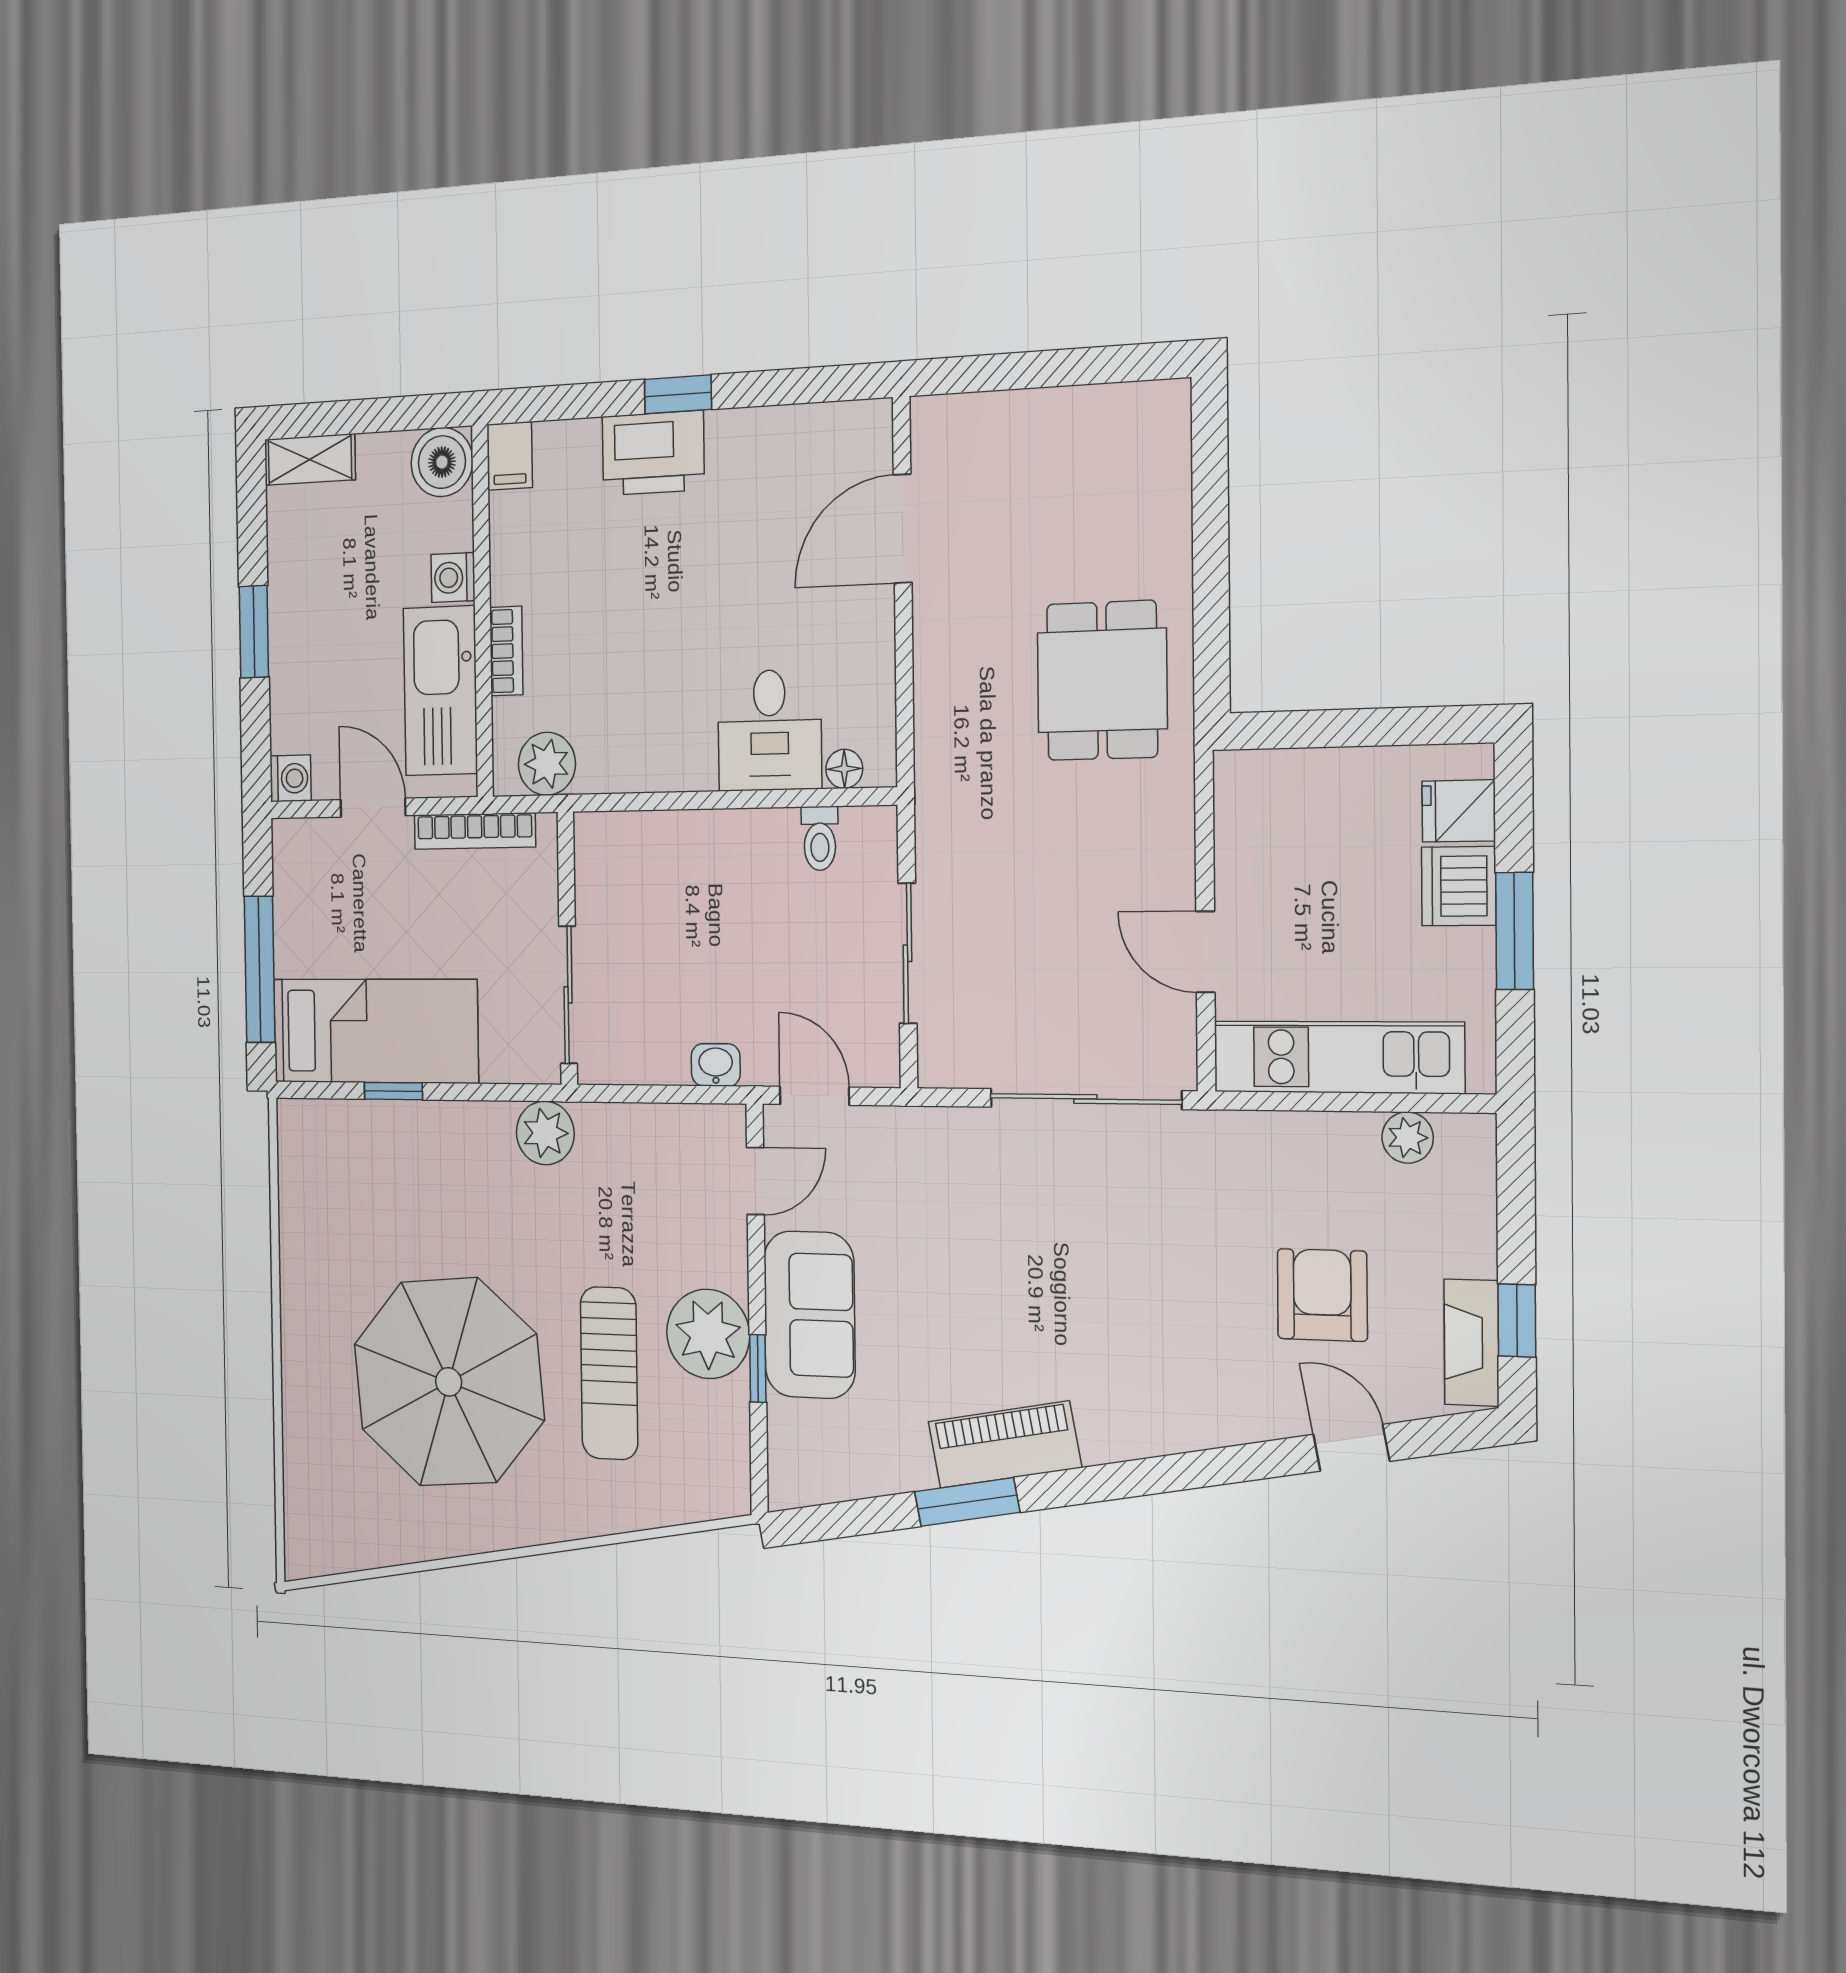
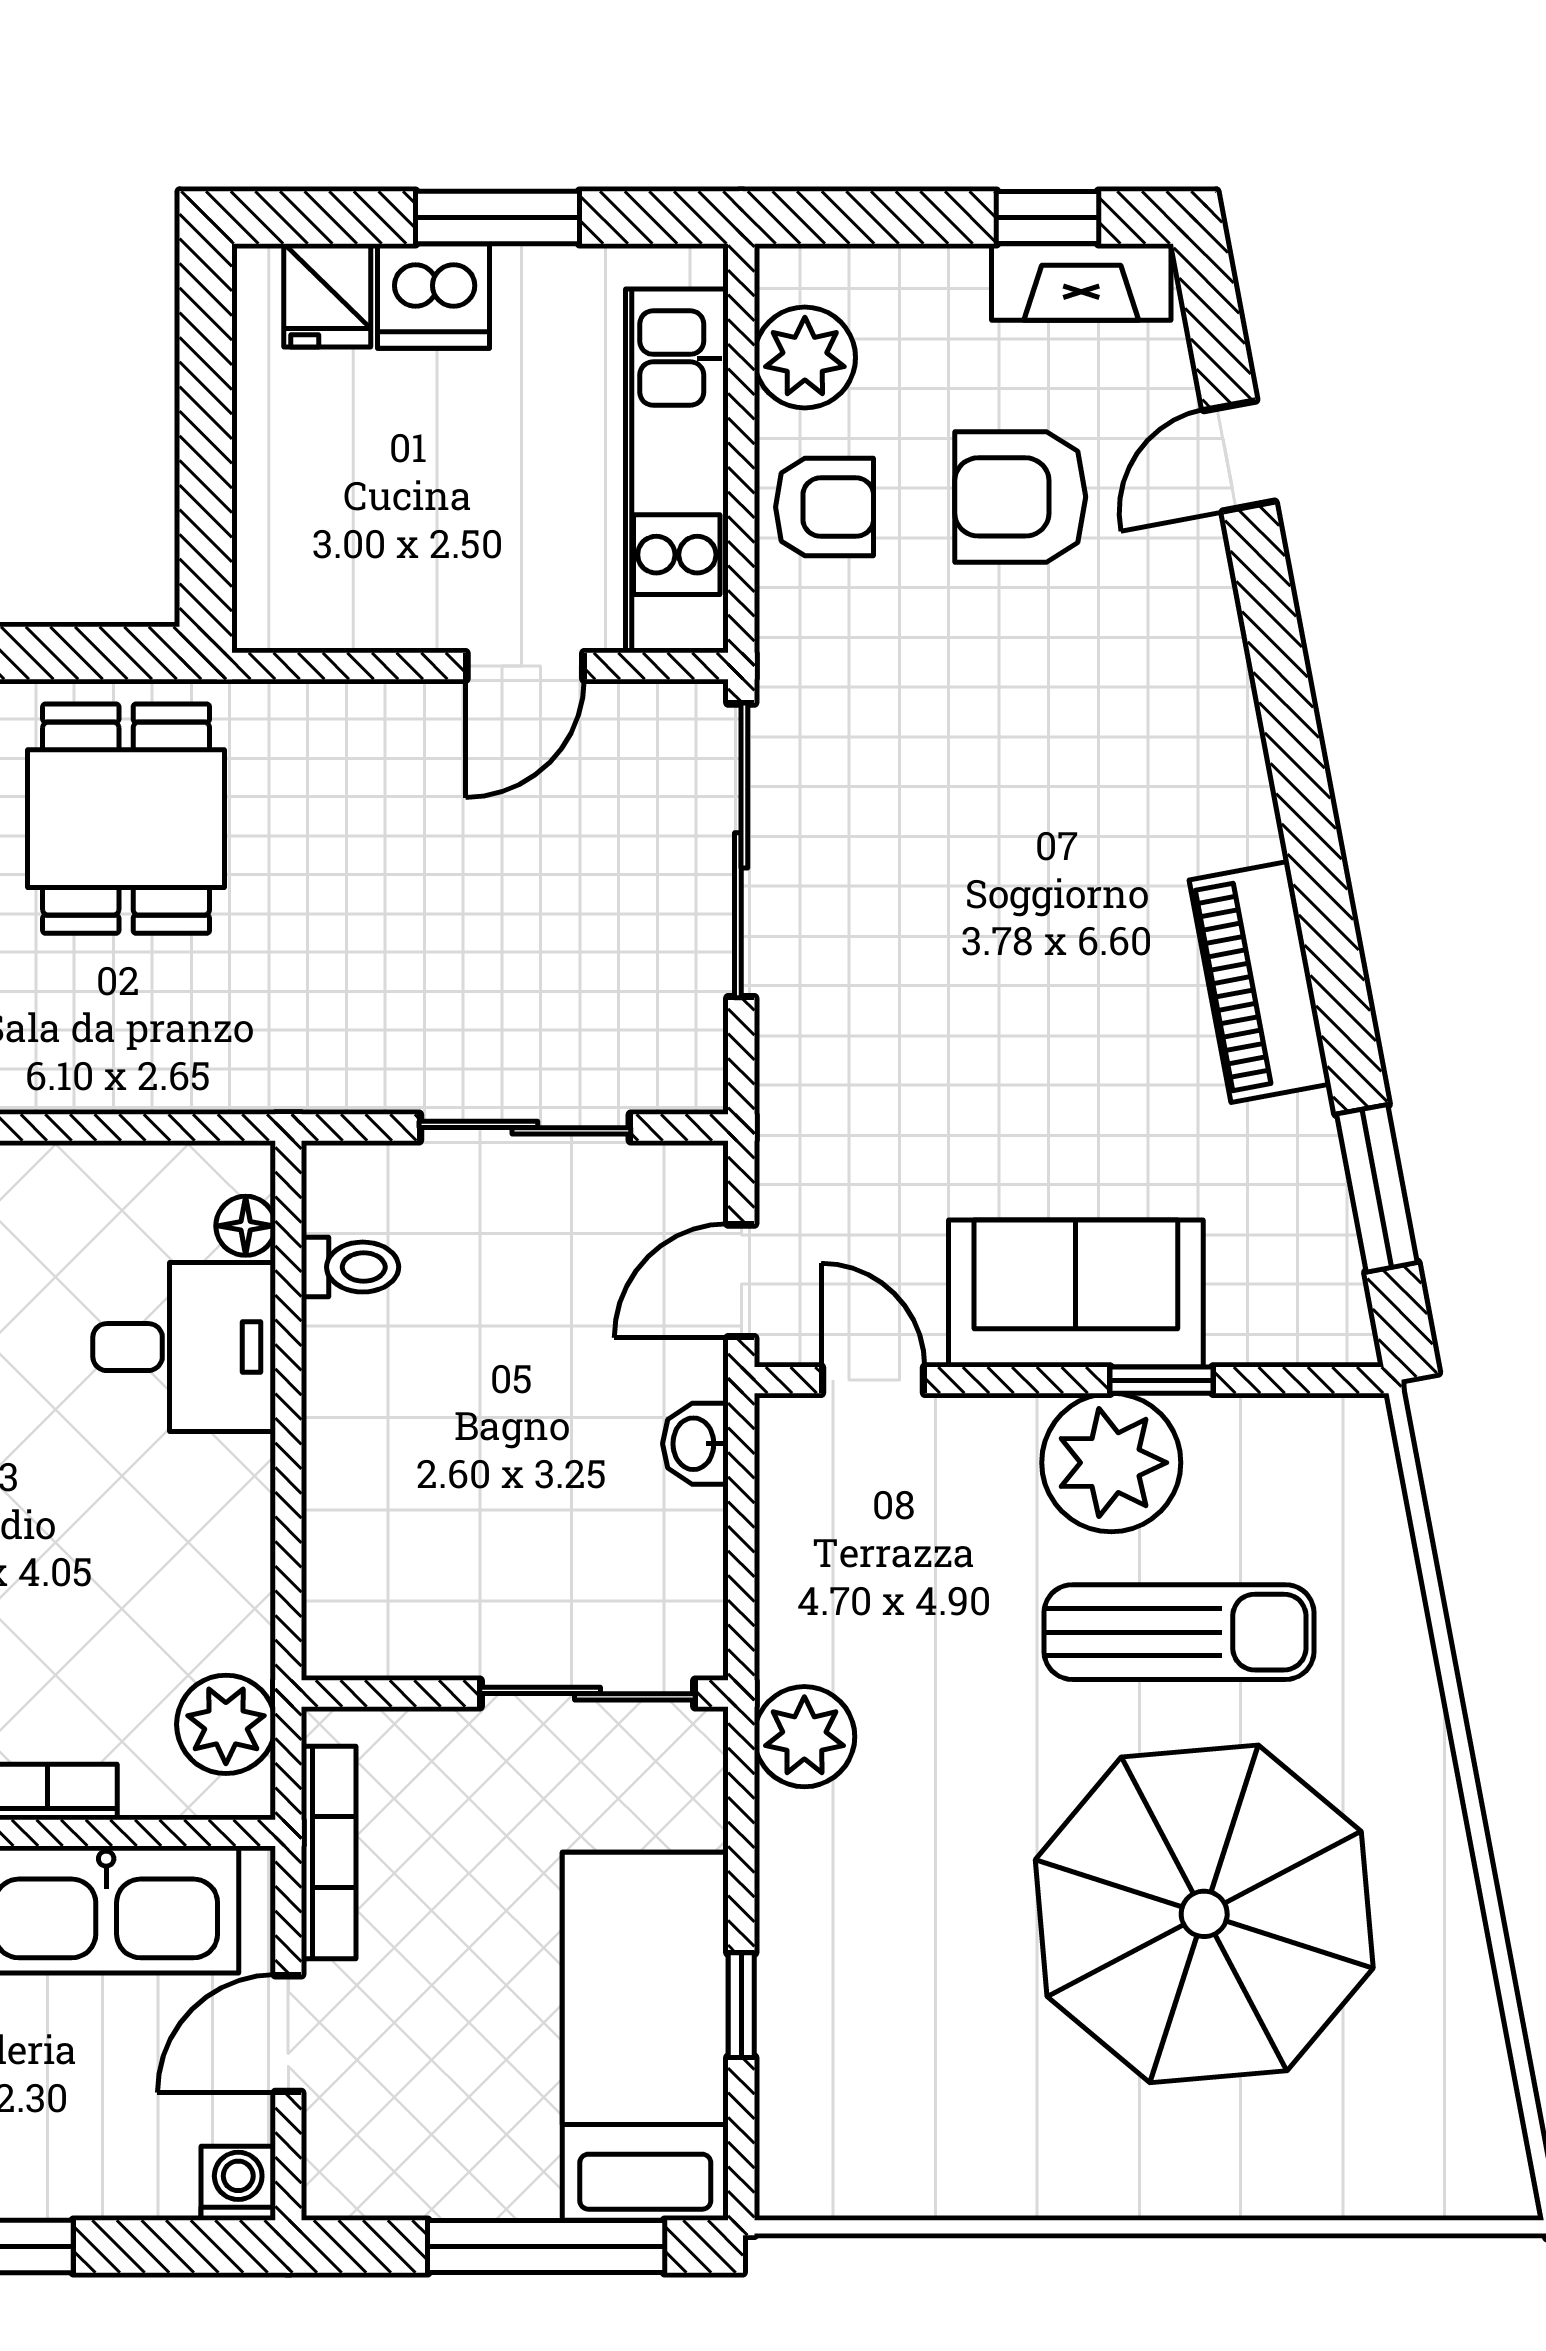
dining table: (1102, 681) -> (126, 819), turned 90
plant: (1408, 1138) -> (805, 358), width x1.38, depth x1.38
armchair: (1314, 1159) -> (825, 507), added
window: (967, 1502) -> (1377, 1188), moved

